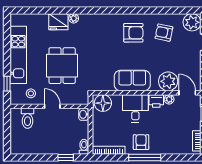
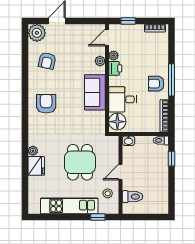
armchair: (133, 33) -> (46, 104), moved
dining table: (62, 66) -> (80, 162), turned 90
plant: (168, 81) -> (100, 61), width x0.53, depth x0.53
desk: (135, 108) -> (123, 99), moved

